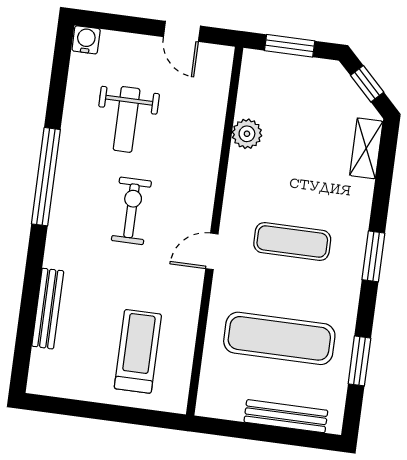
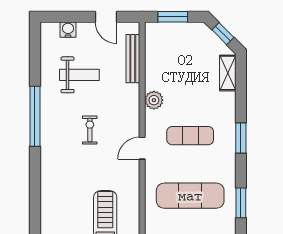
water cooler: (86, 40) -> (68, 30), moved
weight bench: (127, 119) -> (79, 75), turned -90
plant: (247, 134) -> (154, 100), moved
exercise bike: (131, 211) -> (90, 130), width x0.73, depth x0.72
bench: (48, 309) -> (133, 59), moved

